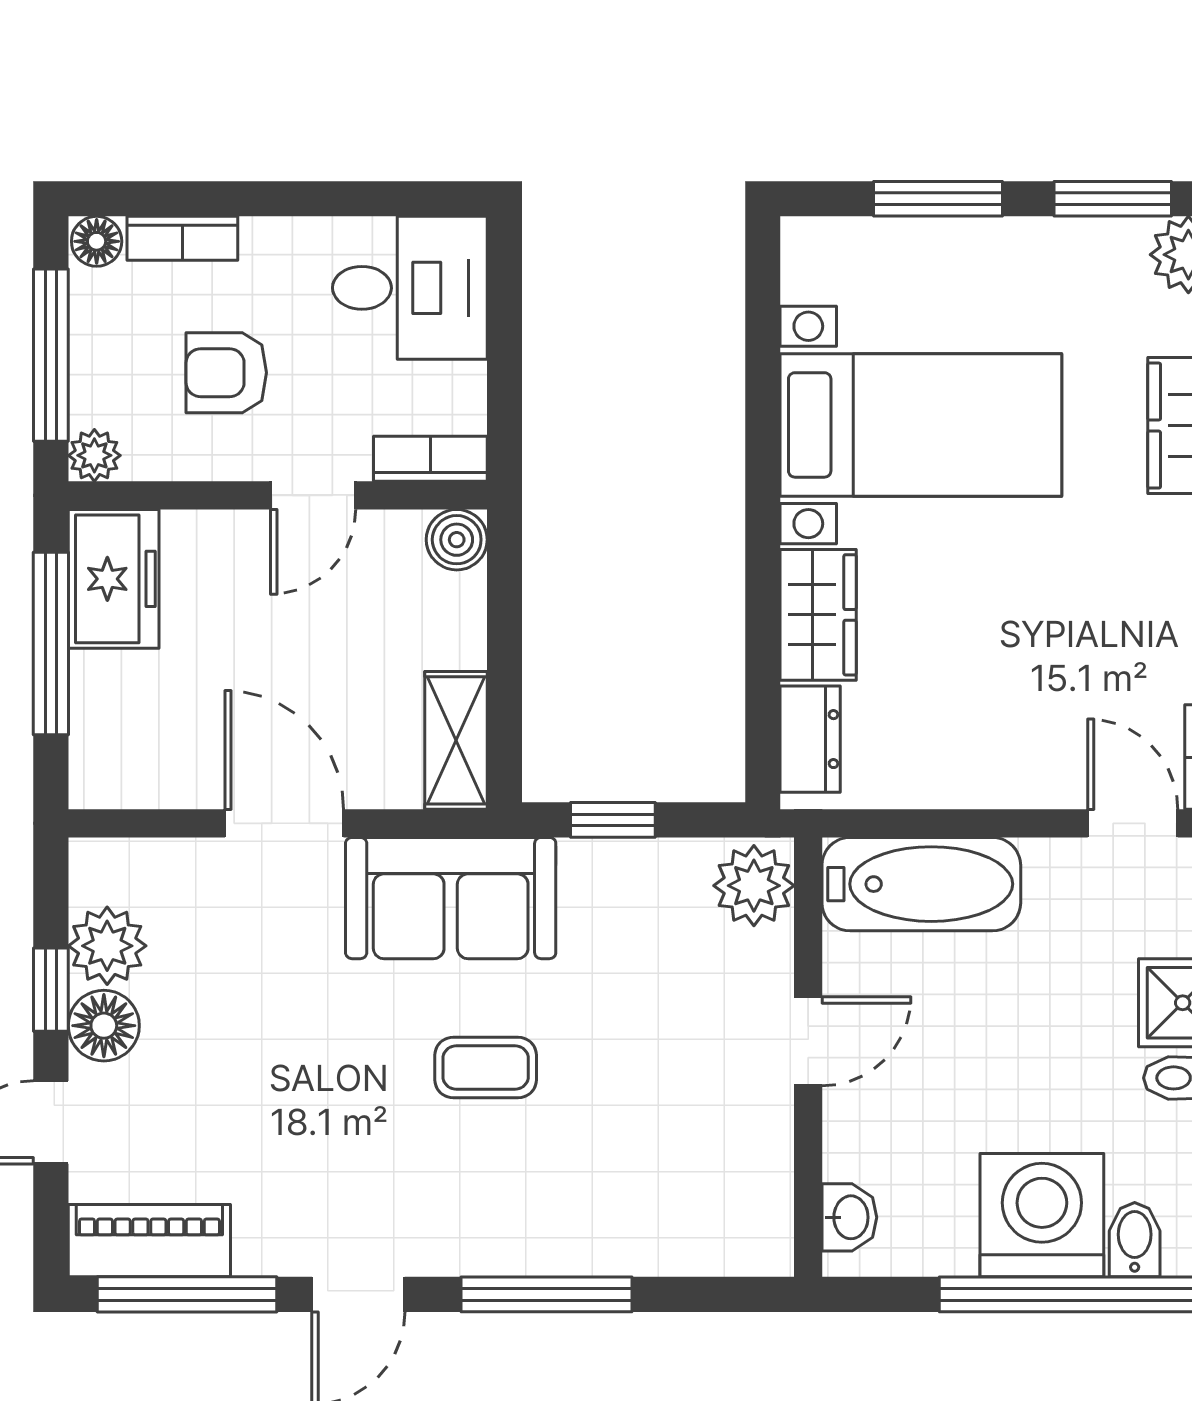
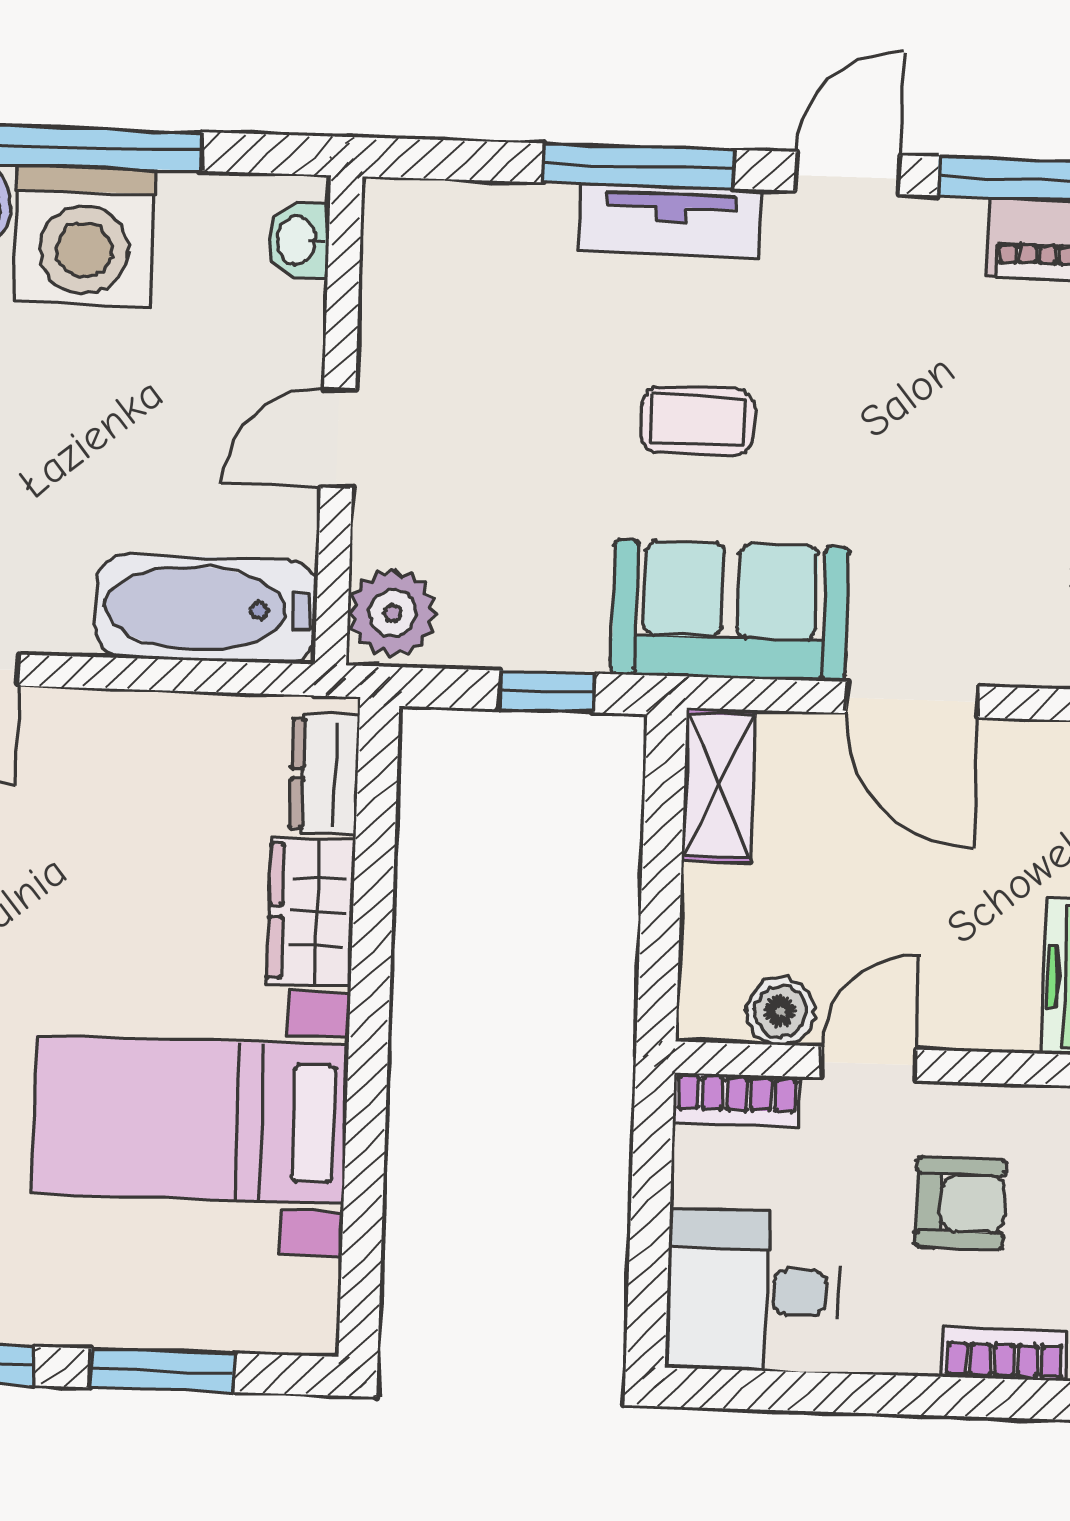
boiler: (457, 540) -> (780, 1011), moved
tv unit: (516, 1246) -> (670, 221), added

